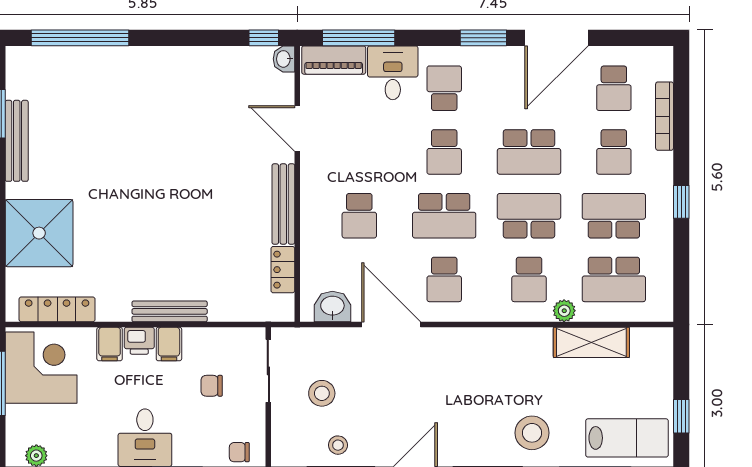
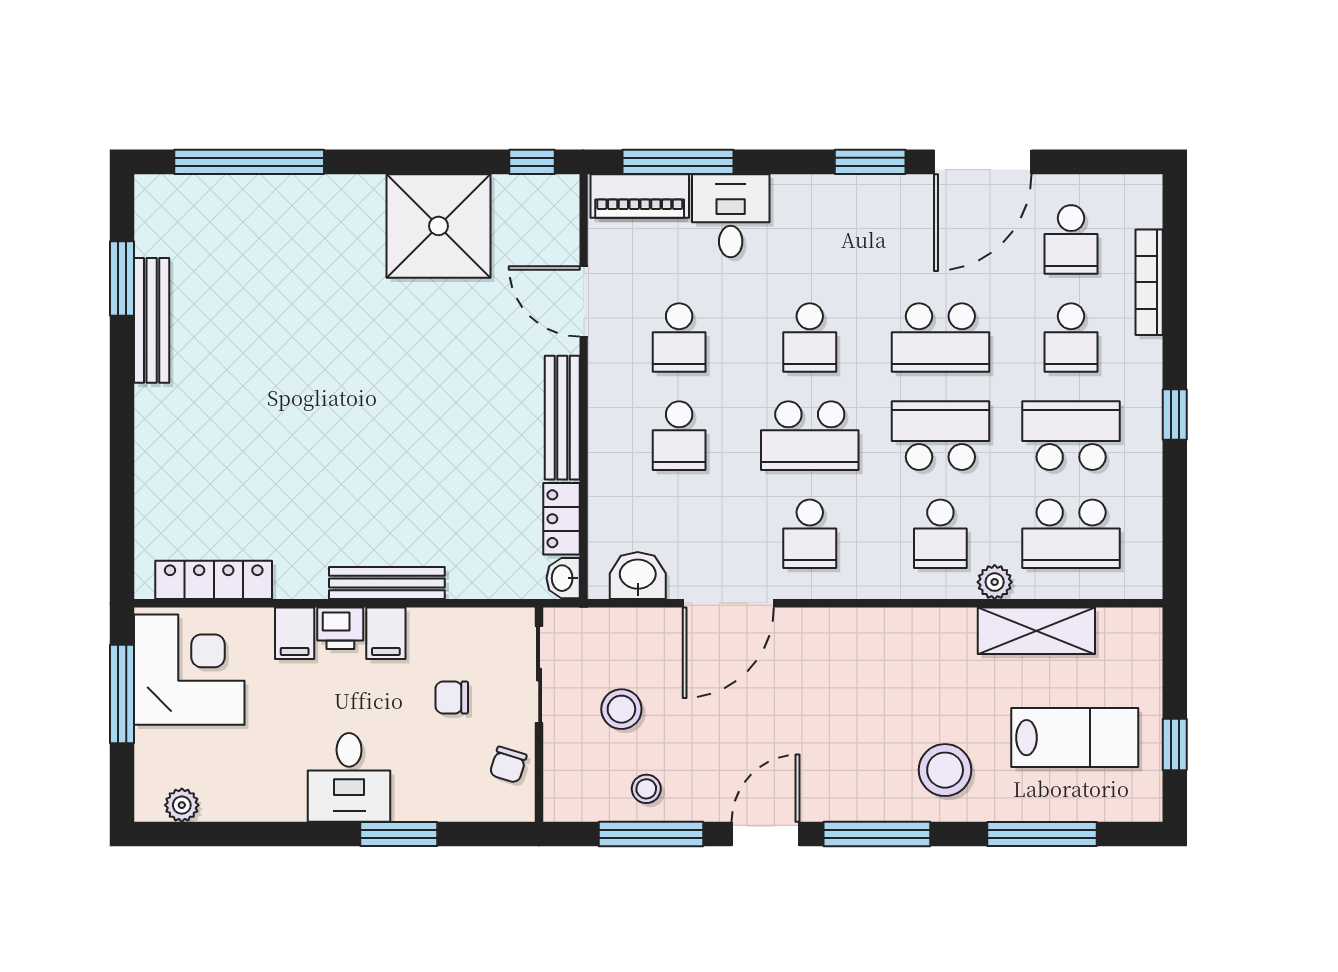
washbasin: (284, 59) -> (563, 578), moved
school desk: (444, 88) -> (679, 338), moved, turned 180
shower: (39, 233) -> (439, 226), moved
door: (391, 325) -> (728, 603), swing flipped
lab bench: (627, 438) -> (1075, 738), moved
chair: (239, 452) -> (508, 765), moved, turned -73

